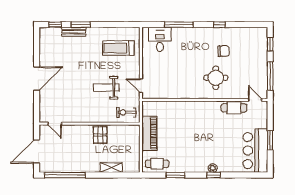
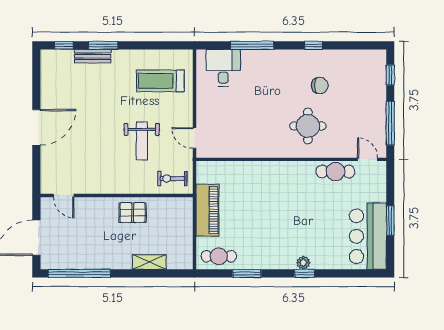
weight bench: (106, 88) -> (142, 141), turned -90
pallet: (100, 135) -> (133, 213), turned 90

